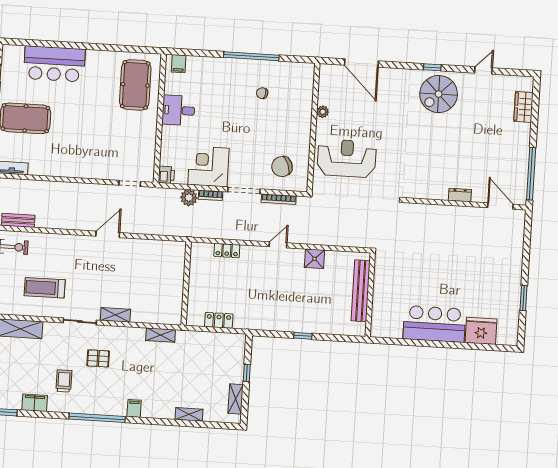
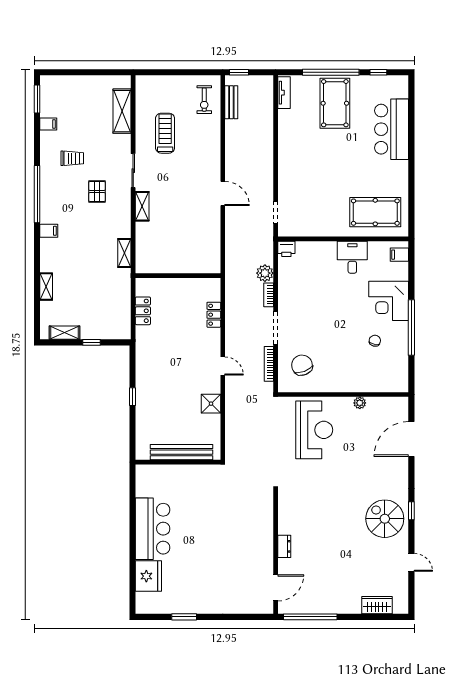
corner desk: (209, 166) -> (389, 301), moved, turned 180
filing cabinet: (35, 403) -> (48, 124), width x0.50

